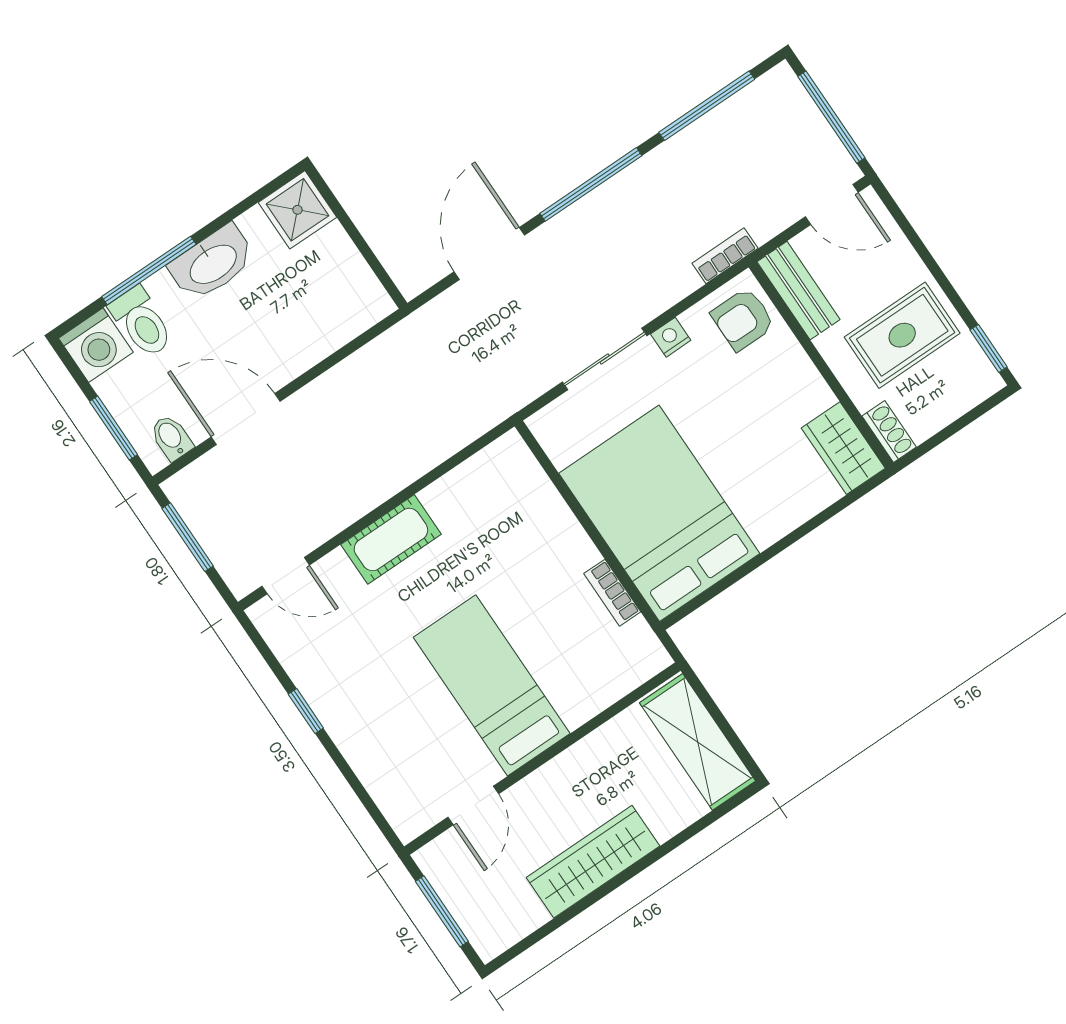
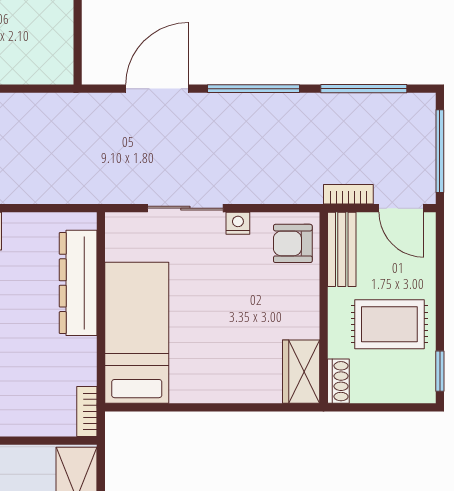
bookcase: (725, 256) -> (348, 194), moved
bed: (659, 513) -> (137, 333), width x0.67
dresser: (545, 514) -> (78, 283), added
bookcase: (612, 593) -> (87, 411), moved

